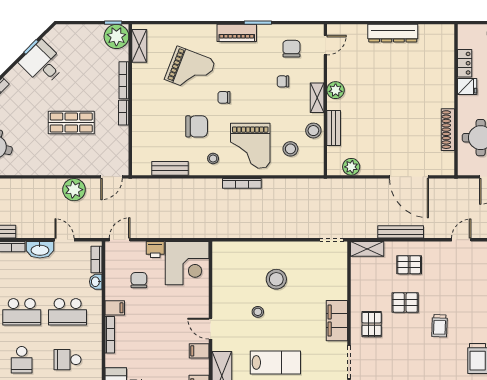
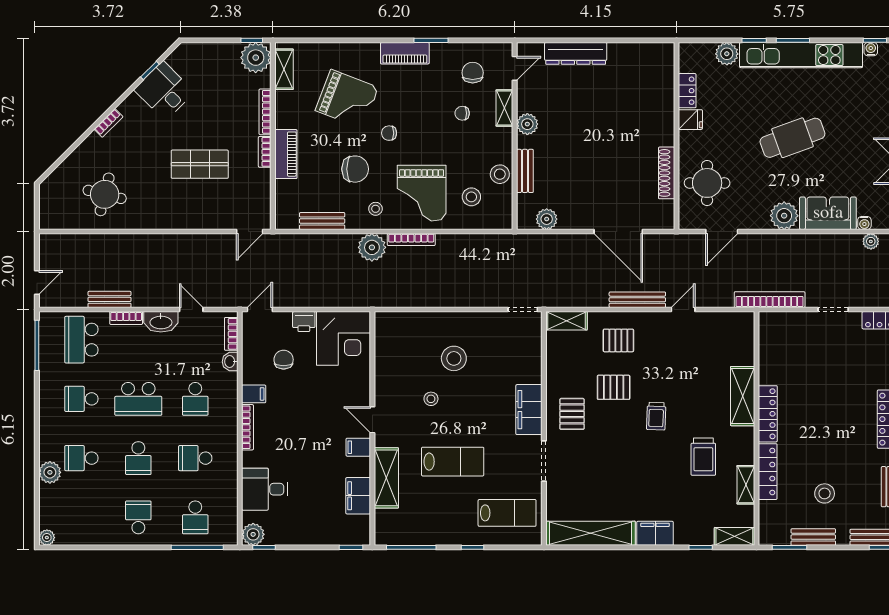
dresser: (393, 33) -> (576, 53), moved
shelving: (317, 98) -> (504, 108), moved
piano: (141, 114) -> (286, 154), added
plant: (74, 190) -> (372, 247), moved
bench: (401, 232) -> (637, 300), moved
school desk: (68, 312) -> (195, 399), width x0.54

